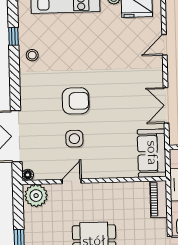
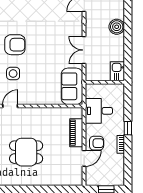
piano: (159, 199) -> (76, 133), moved

